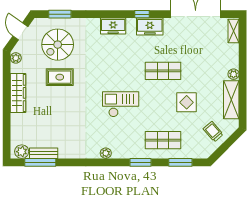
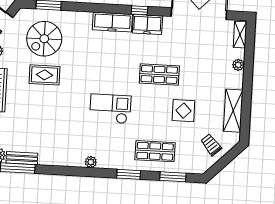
freezer: (113, 26) -> (112, 22), width x1.40
plant: (234, 74) -> (238, 65), moved

